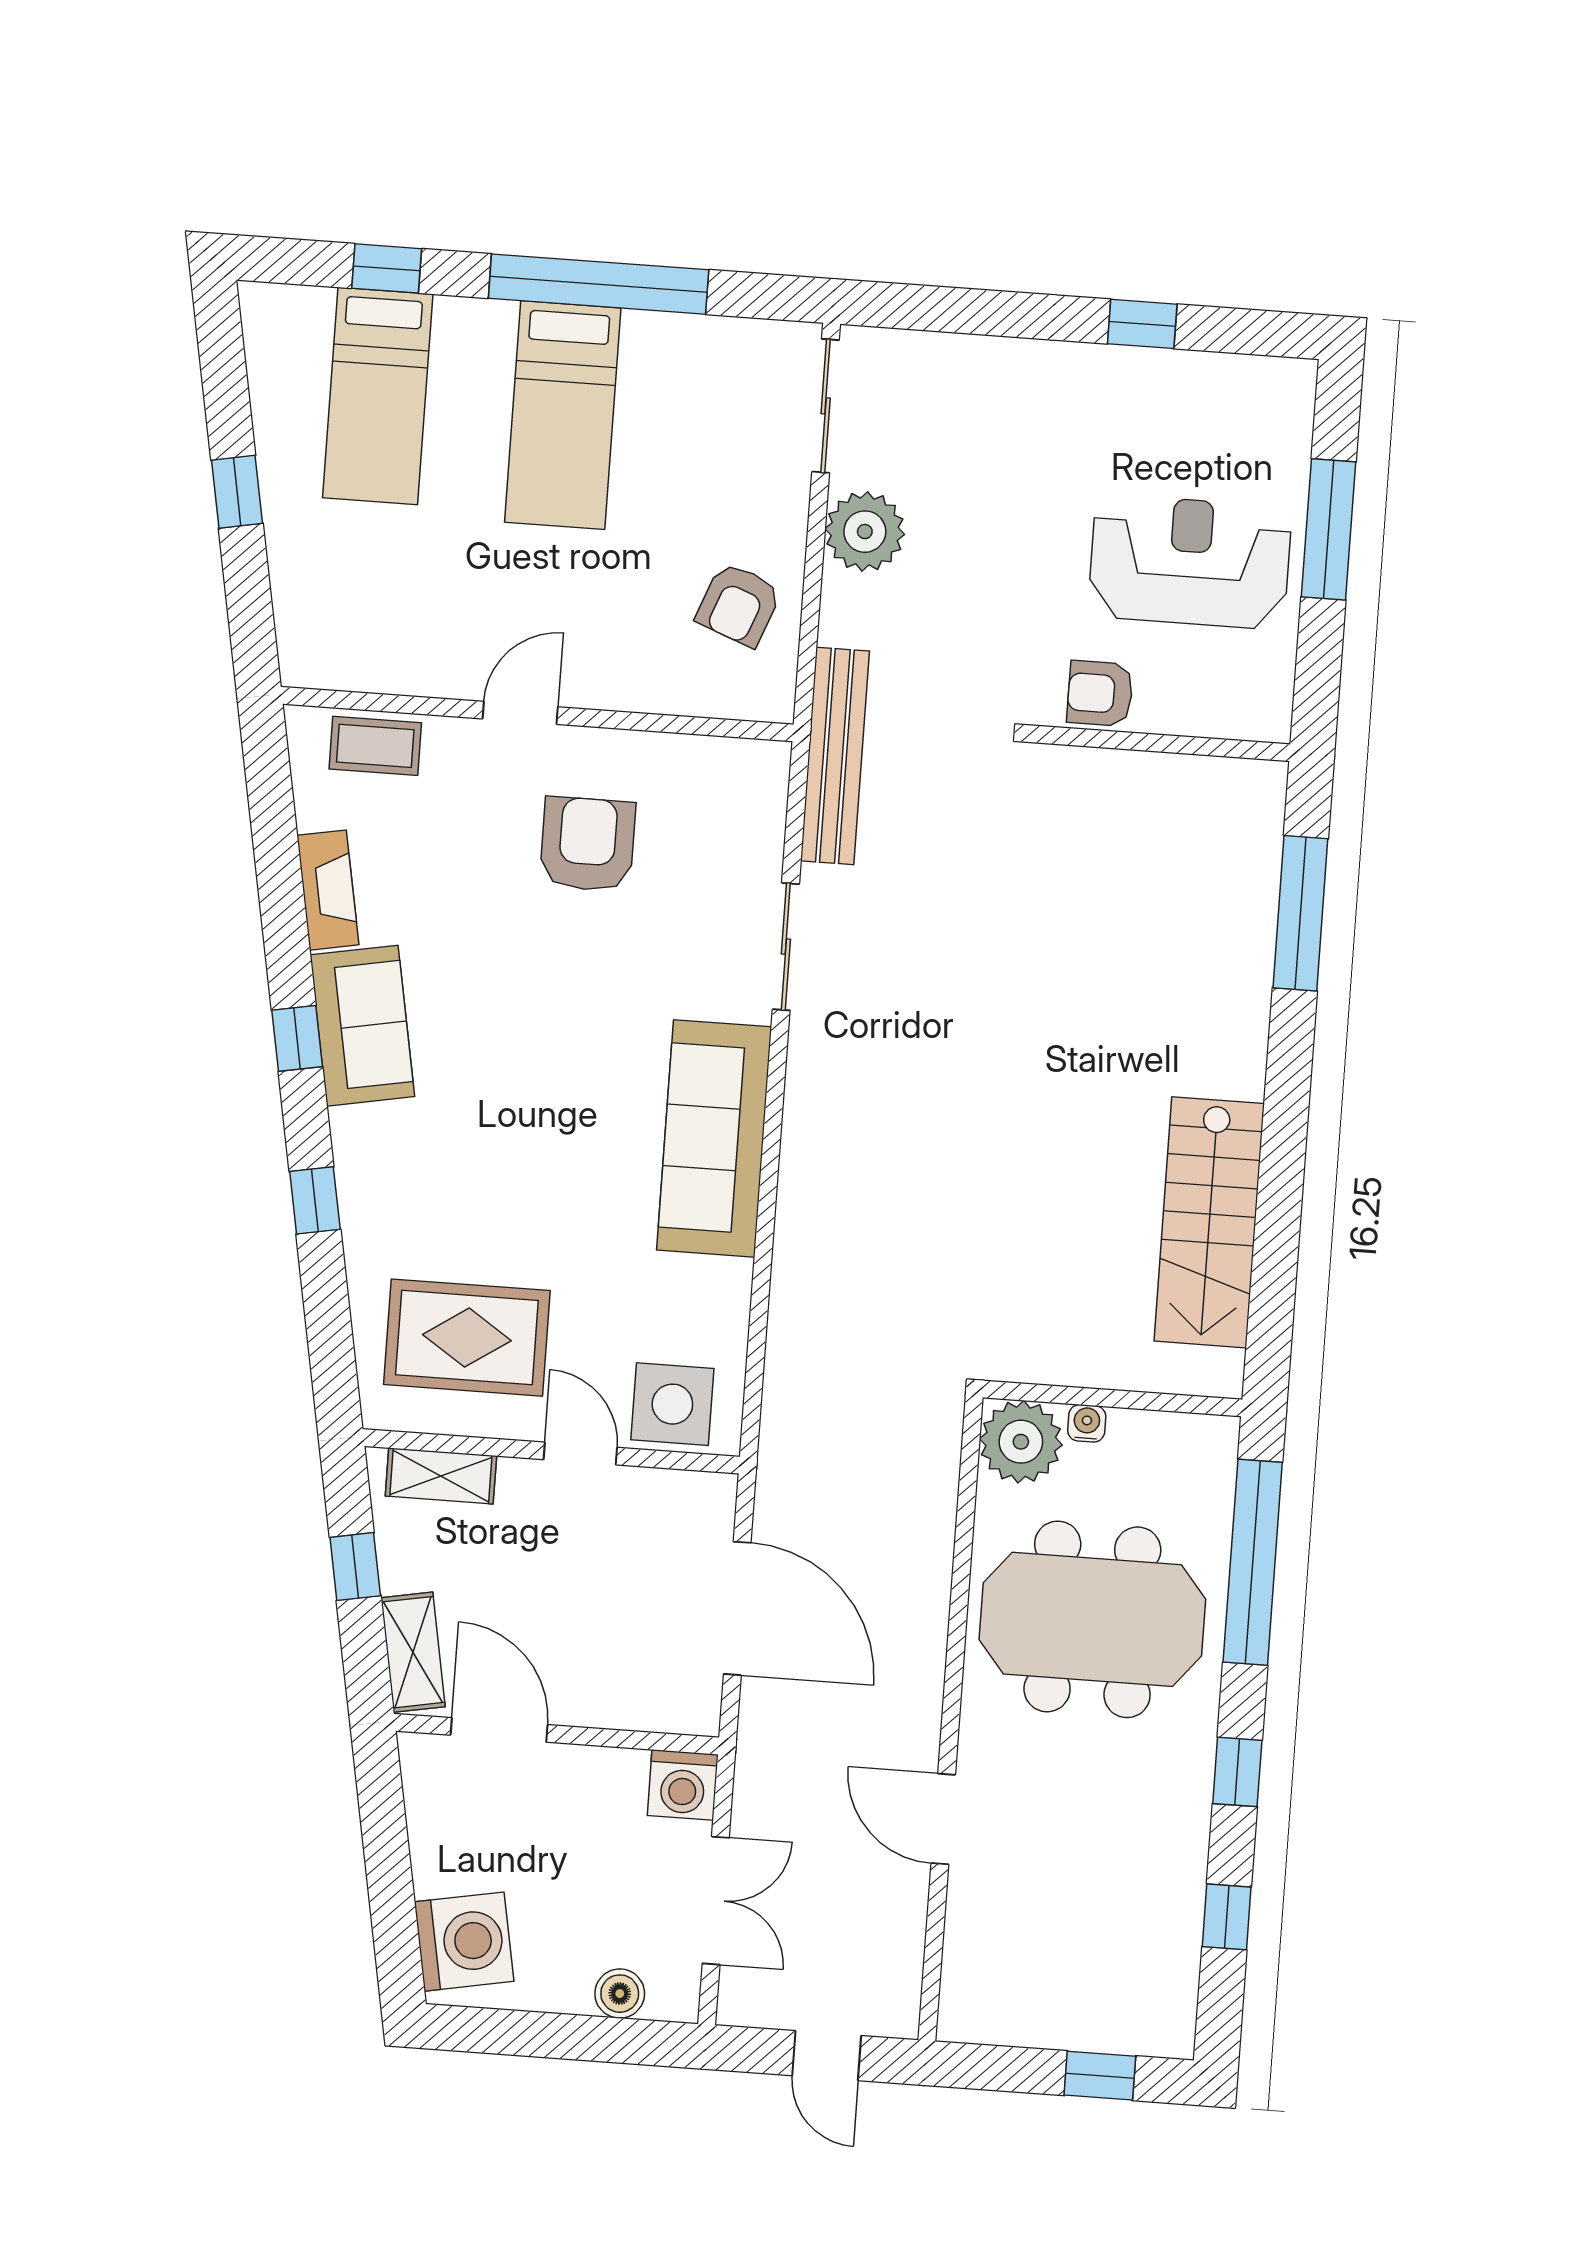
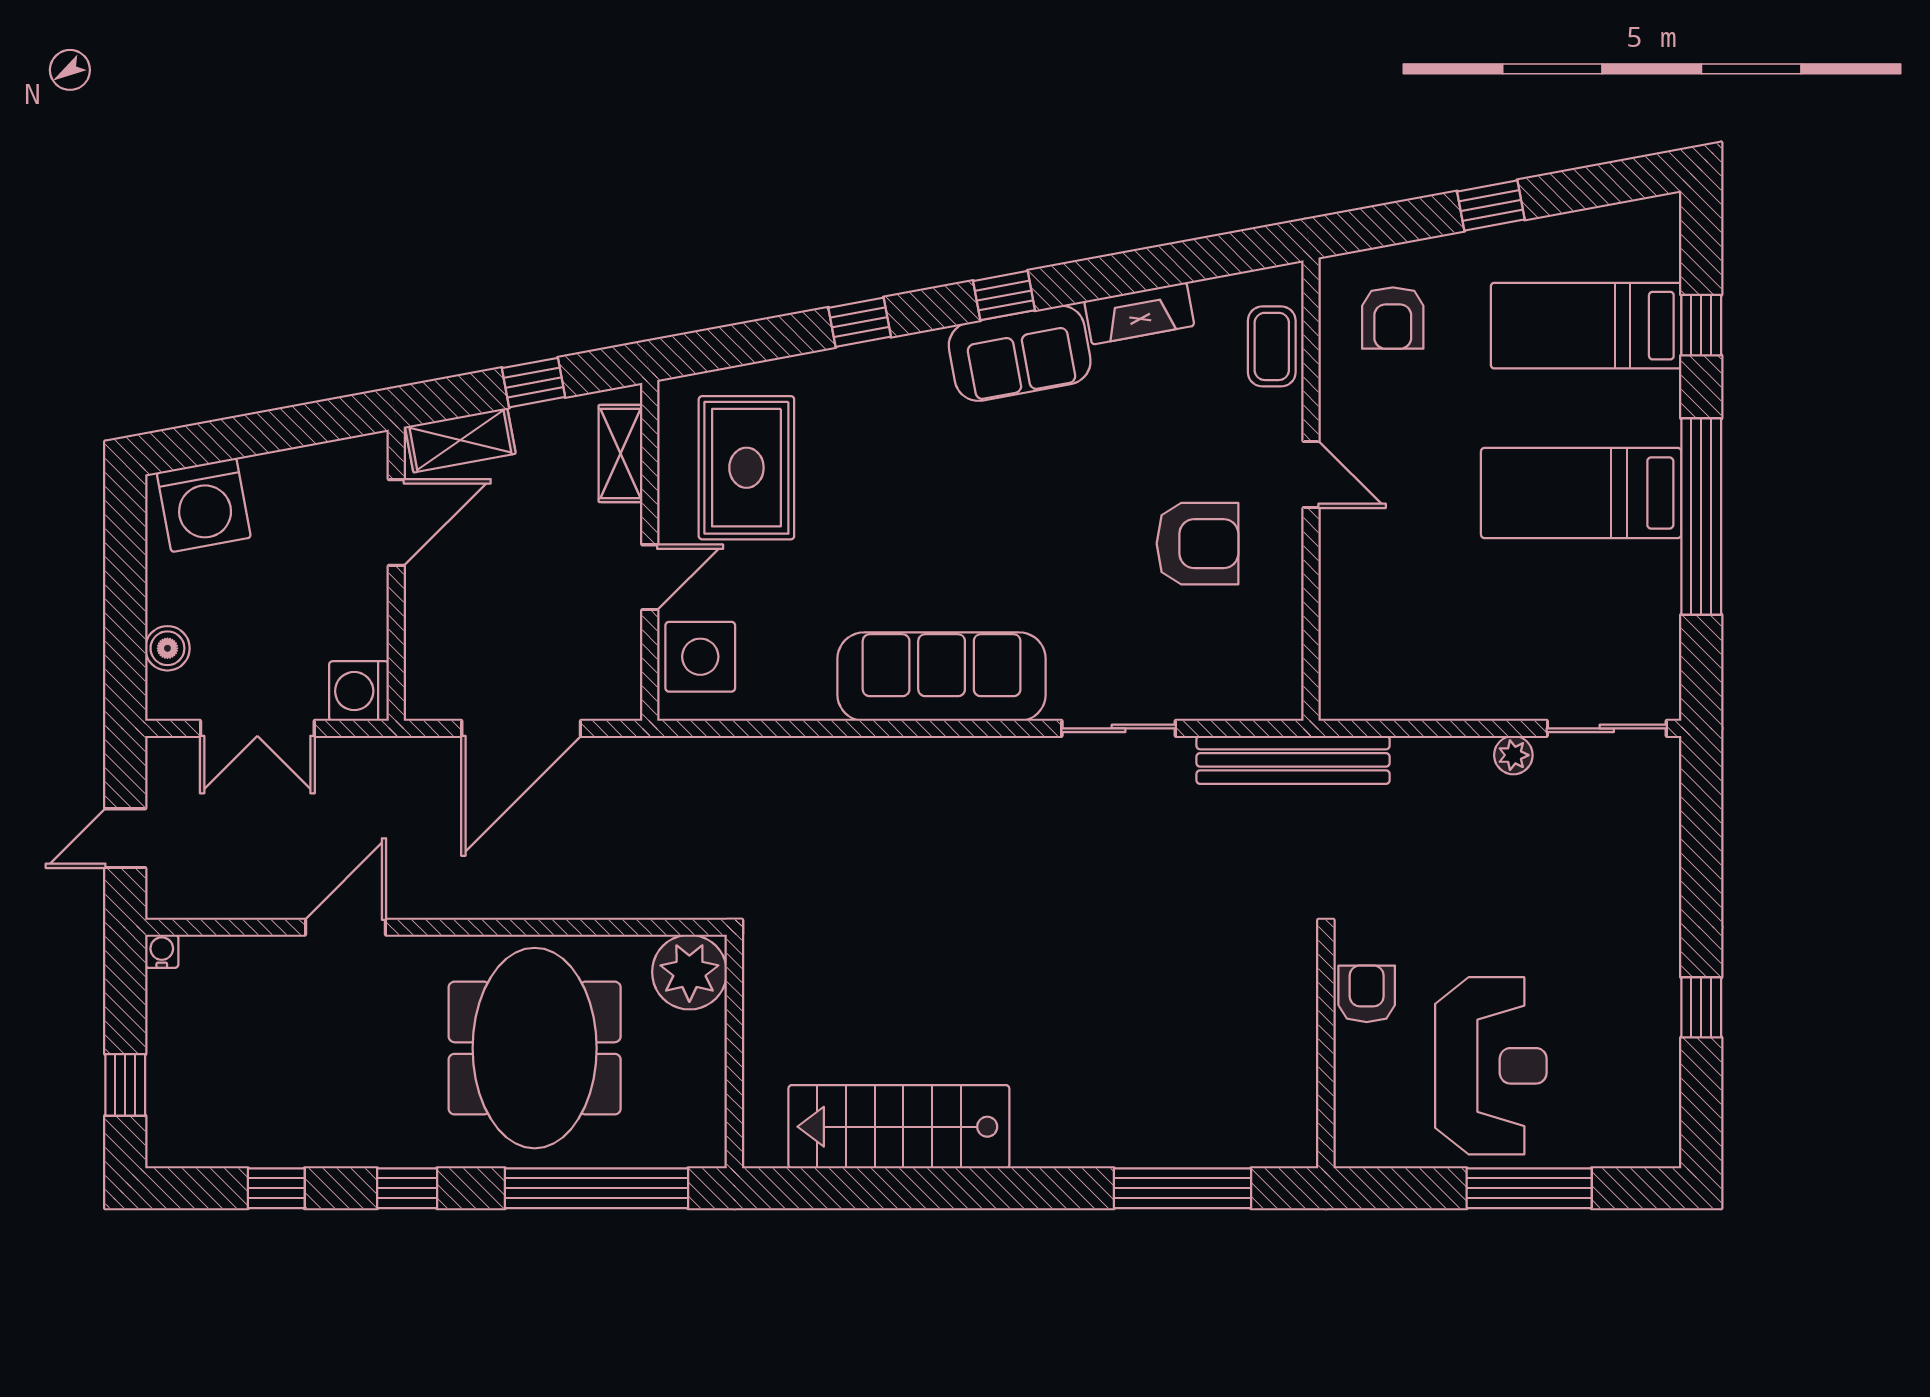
plant: (865, 532) -> (1513, 755), width x0.53, depth x0.53
armchair: (739, 605) -> (1393, 318), moved, turned -111
water cooler: (1087, 1423) -> (162, 951), moved, turned -90

